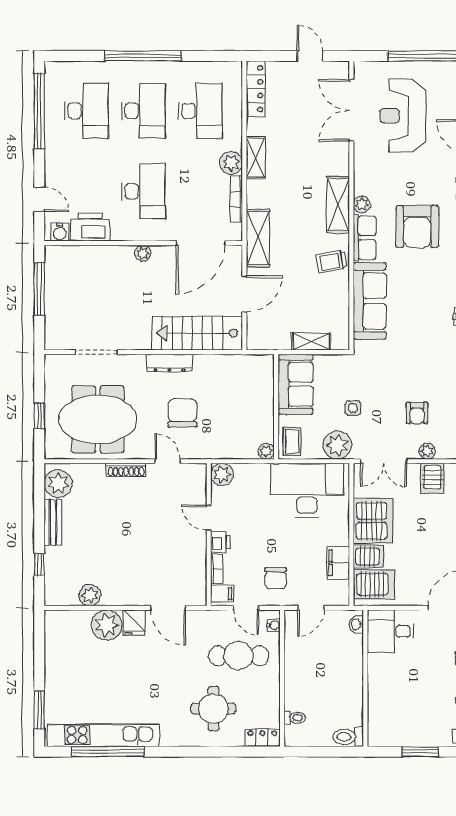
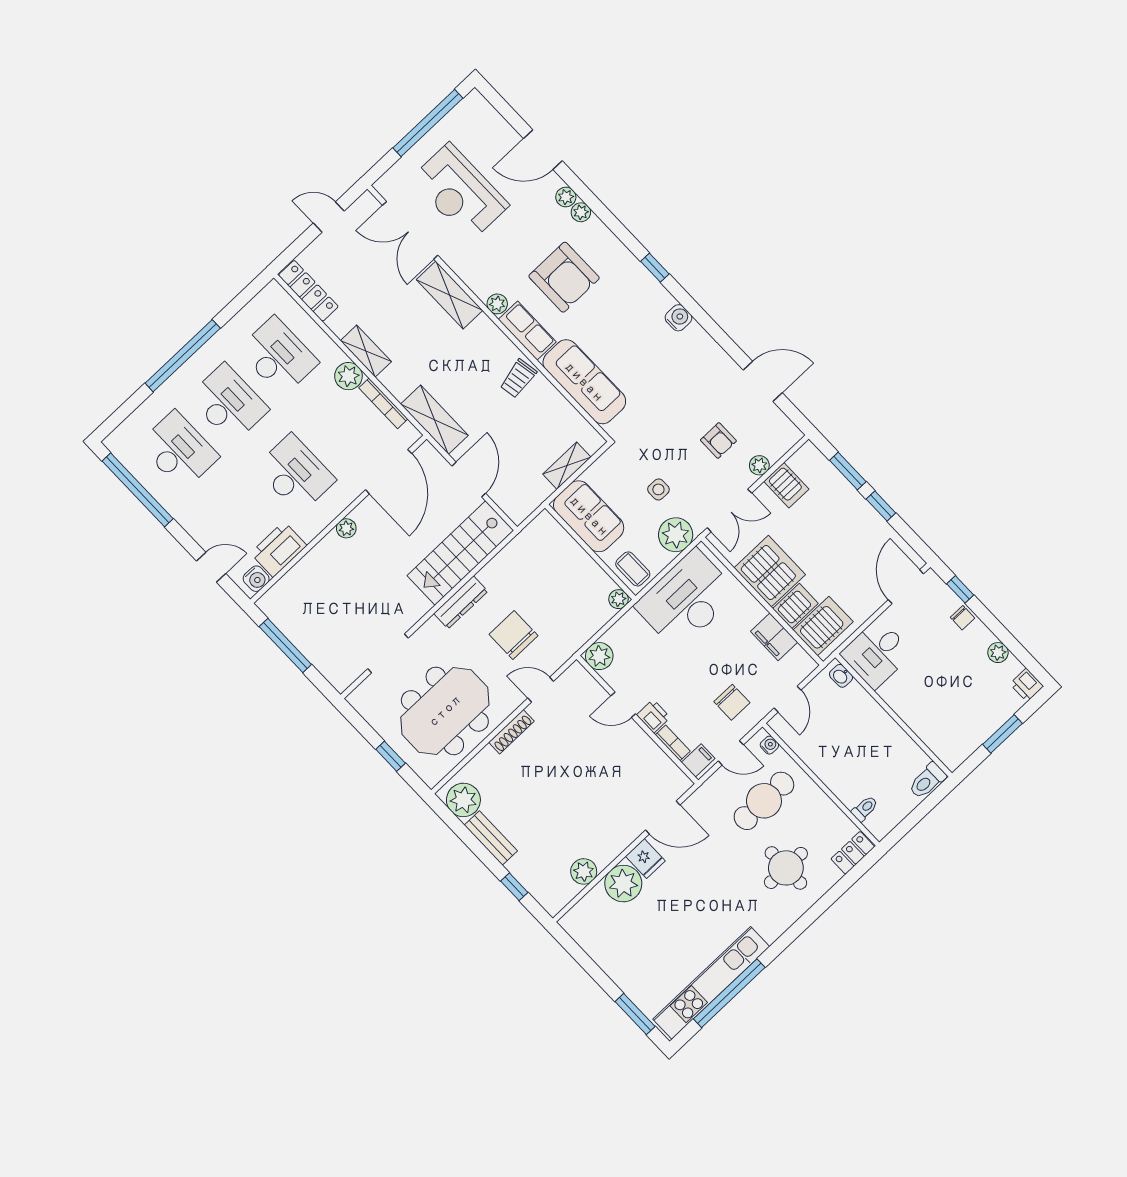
shelving: (338, 205) -> (450, 295), moved

